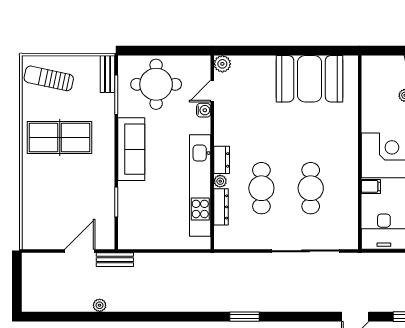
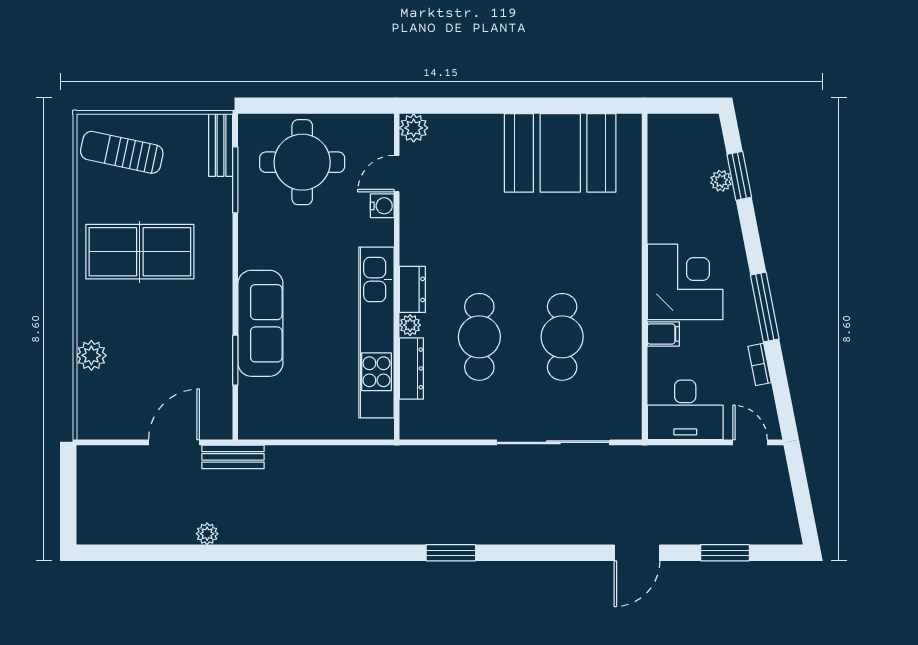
sofa: (131, 149) -> (260, 323), moved
plant: (31, 199) -> (91, 355), added

